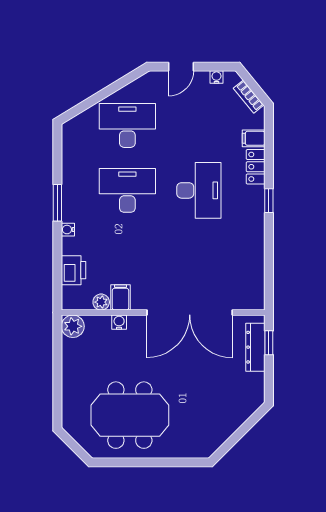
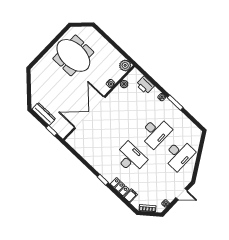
door: (181, 67) -> (182, 194), swing flipped
desk: (199, 190) -> (131, 158), turned 180
filing cabinet: (120, 297) -> (119, 93), removed
dresser: (255, 347) -> (44, 114), moved
meeting table: (130, 415) -> (73, 55), turned 90

